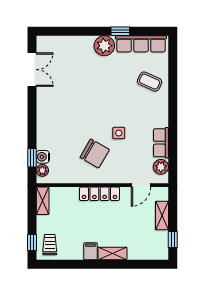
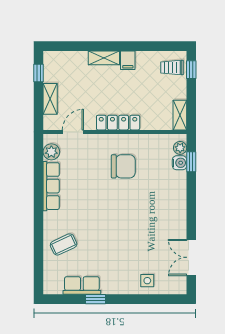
row of seats: (141, 44) -> (82, 285), width x0.68
plant: (104, 46) -> (113, 283), removed
coffee table: (150, 82) -> (64, 244), turned -49
side table: (119, 133) -> (147, 281), moved
row of seats: (161, 143) -> (51, 186), width x1.48
chair: (95, 153) -> (123, 166), turned 150
trolley: (50, 245) -> (172, 67), turned 90

